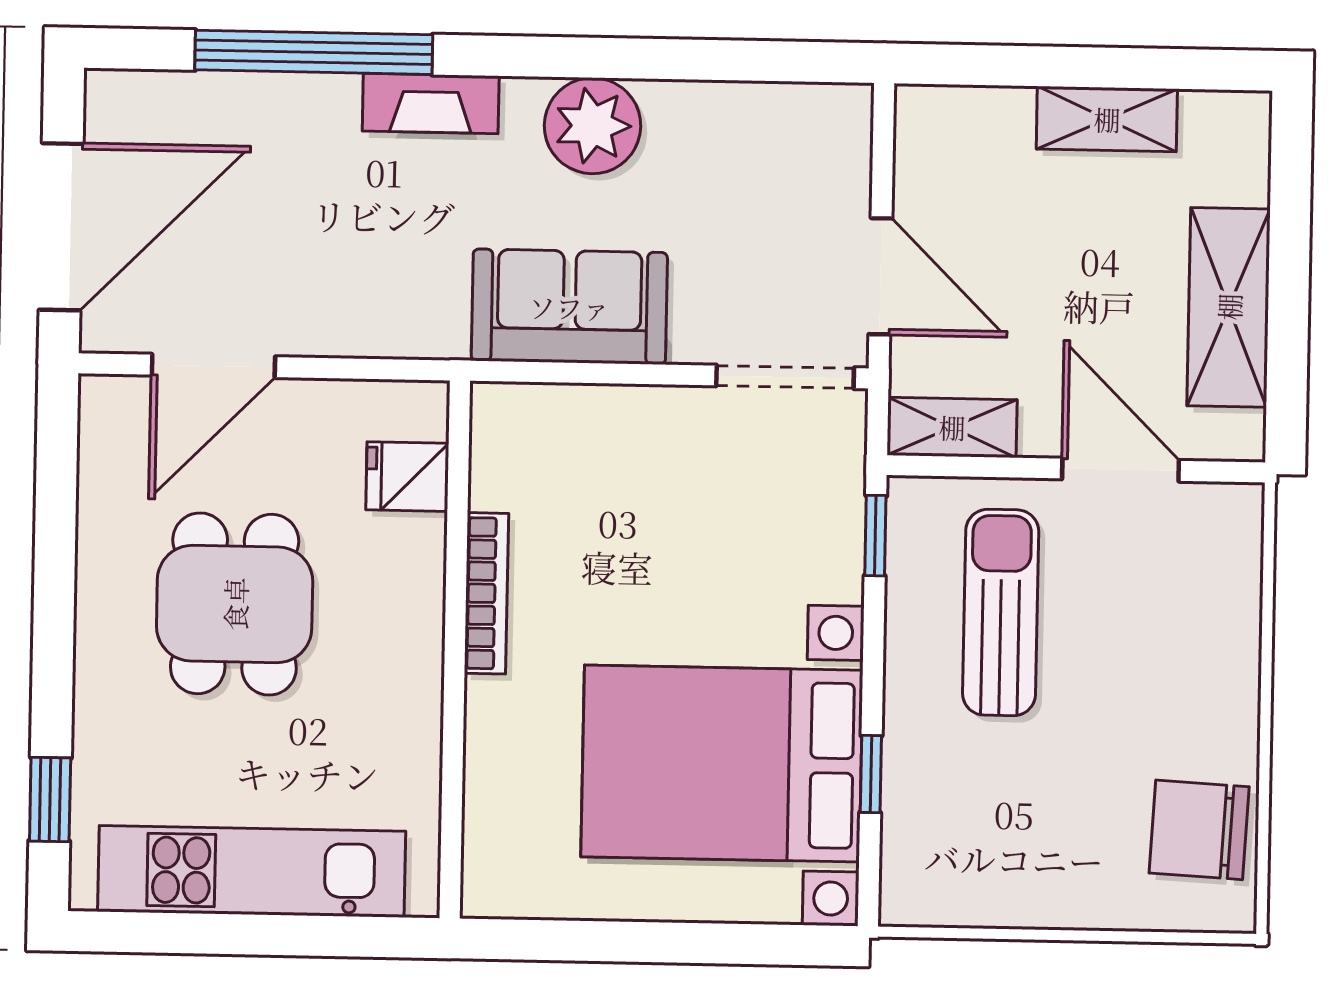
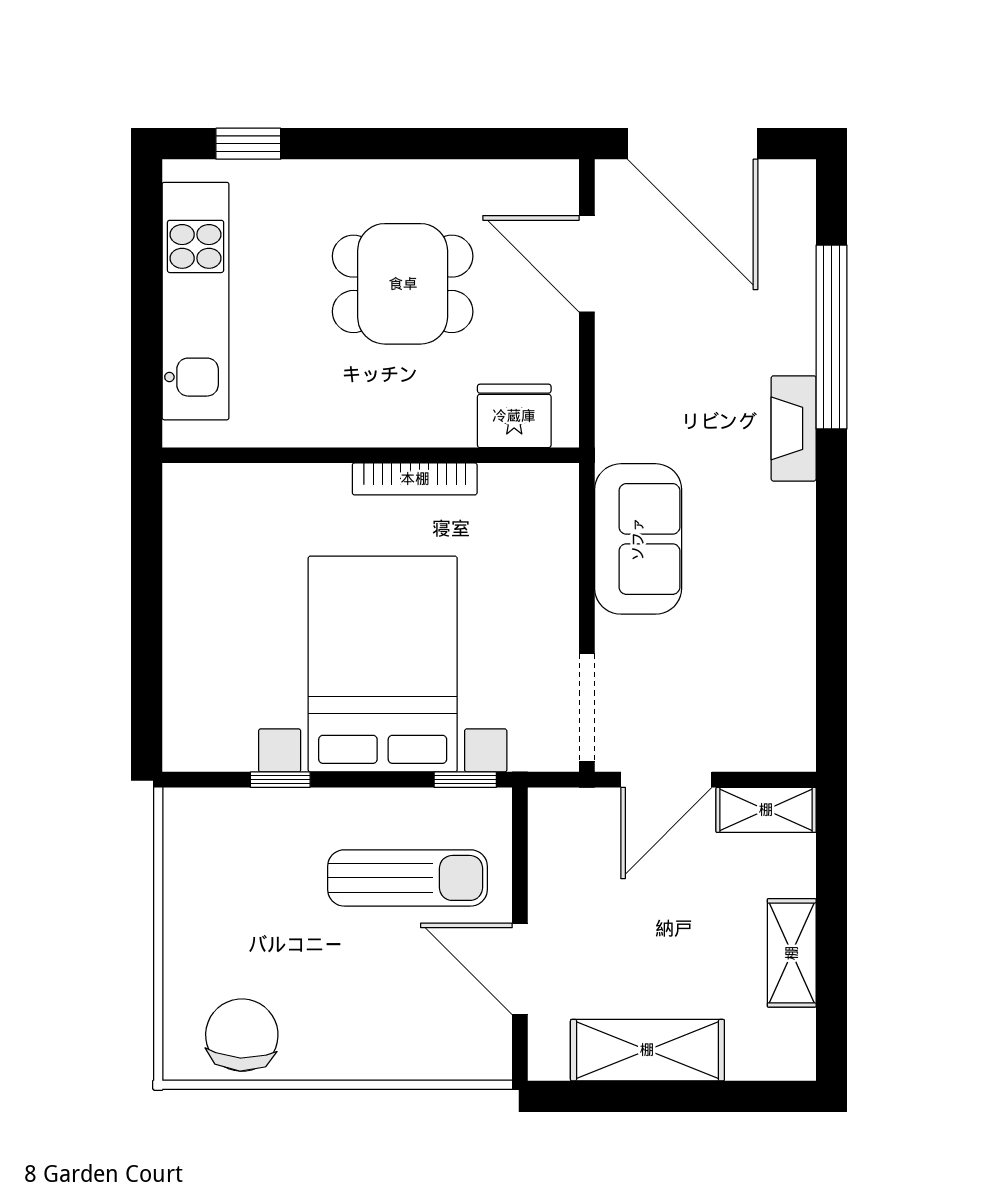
plant: (593, 126) -> (779, 554), removed
shelving: (952, 427) -> (766, 810), moved, turned 90
door: (1121, 470) -> (520, 969), swing flipped
fridge: (407, 477) -> (514, 416), width x1.38
bed with nightstands: (722, 764) -> (383, 664), moved

